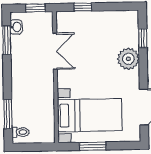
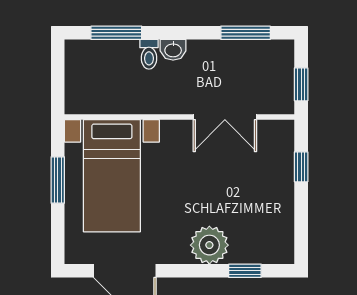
washbasin: (16, 27) -> (173, 50), moved
toilet: (21, 132) -> (149, 54), moved

